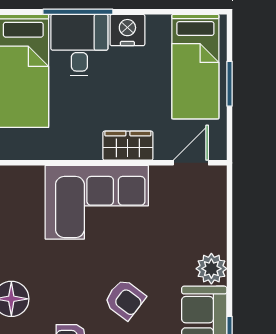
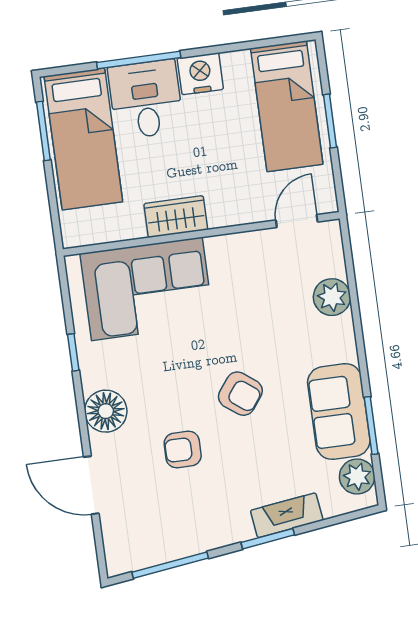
wardrobe: (128, 146) -> (176, 217), moved
corner sofa: (97, 202) -> (147, 289), moved
plant: (211, 269) -> (332, 297), moved

